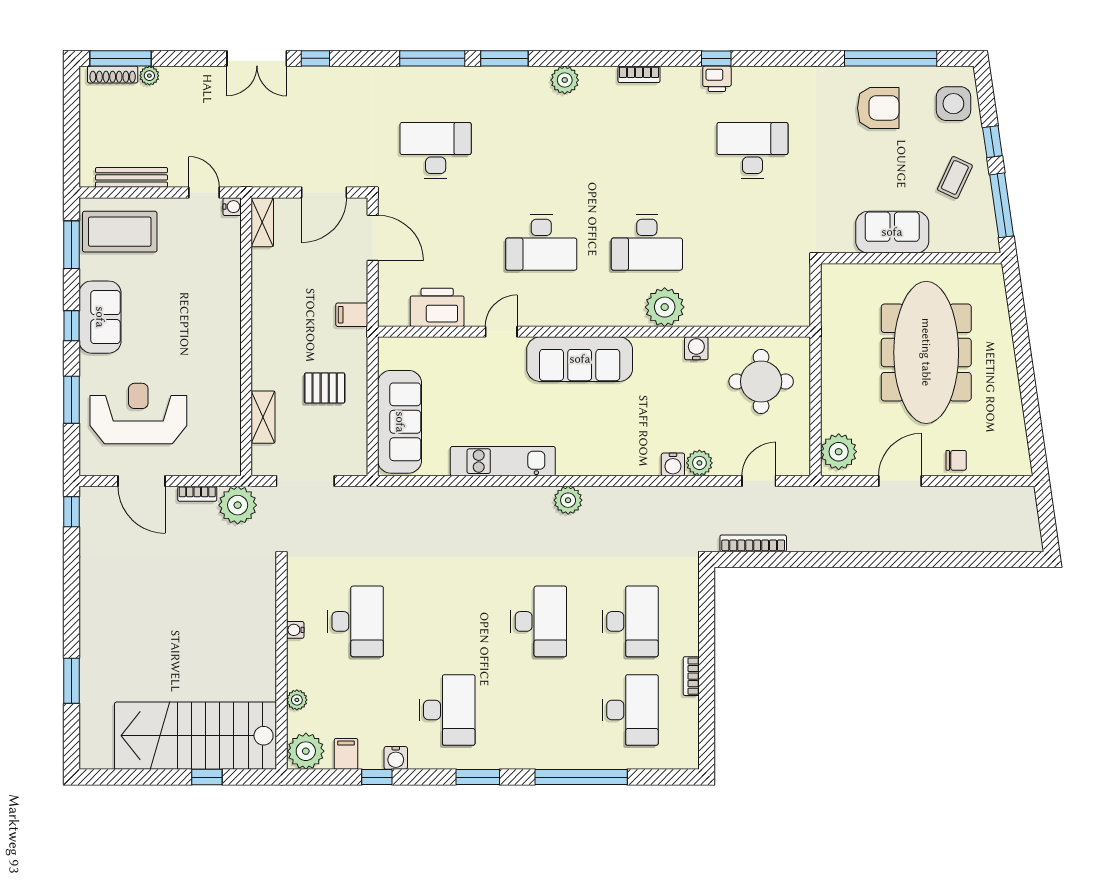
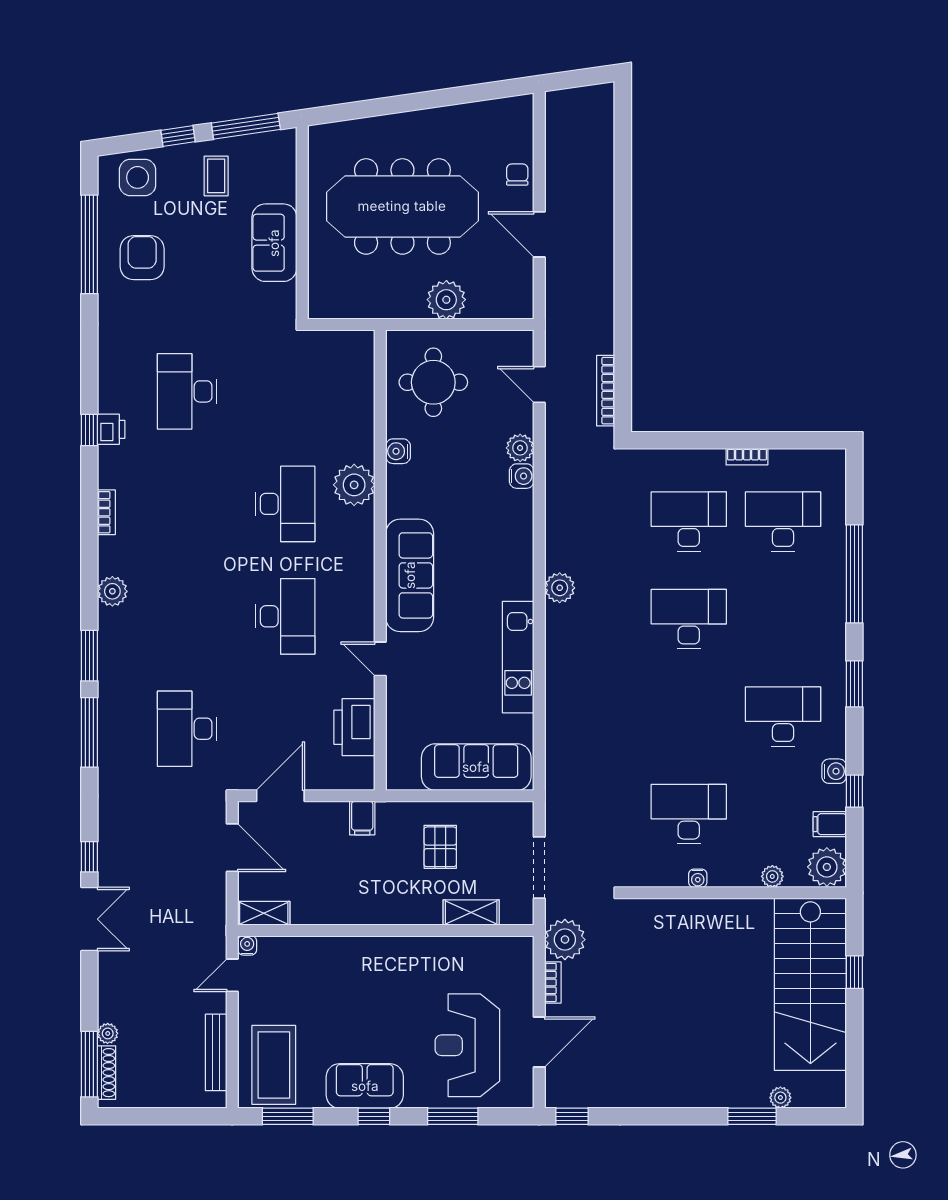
coffee table: (955, 177) -> (216, 176), turned 65
plant: (839, 452) -> (446, 300), moved
plant: (89, 708) -> (780, 1098), added

